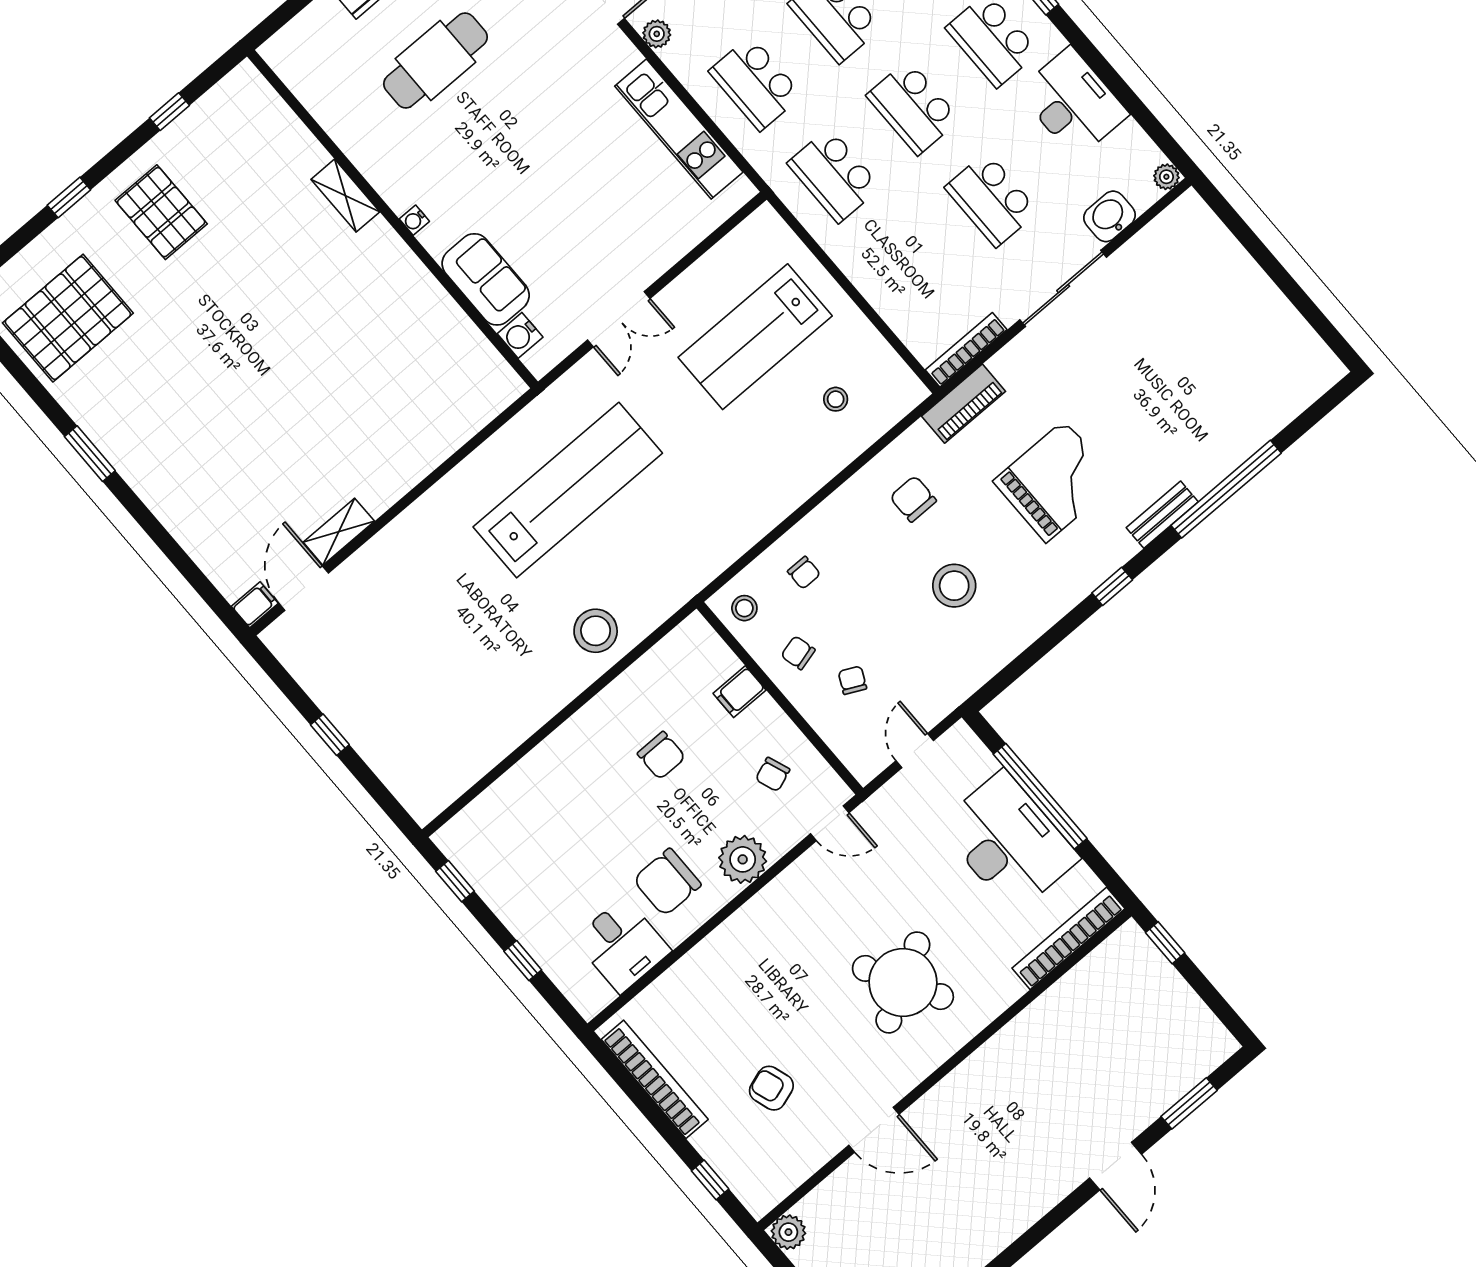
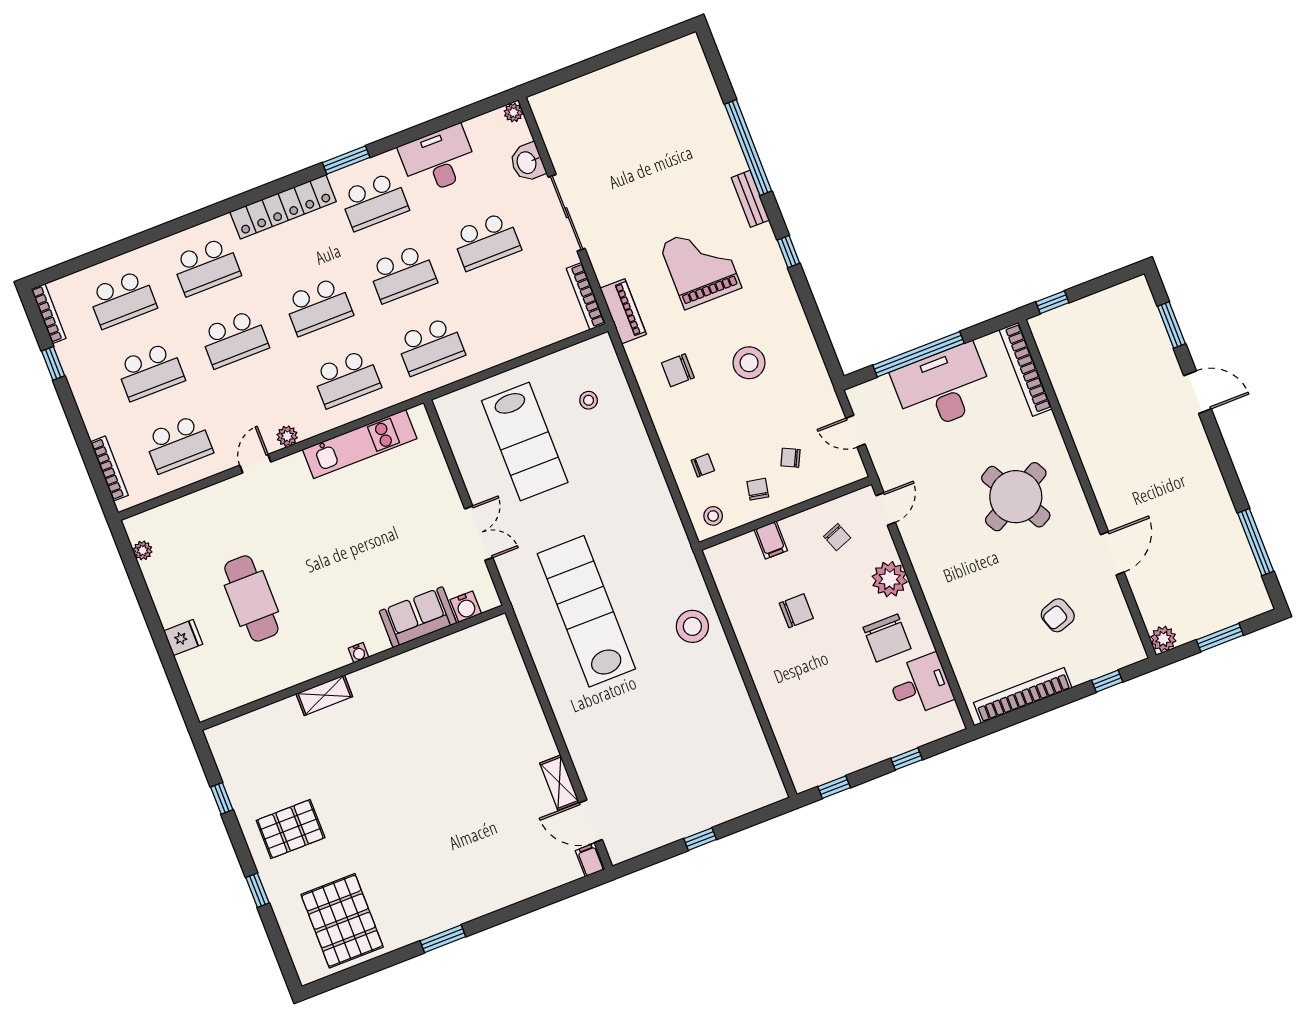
chair: (798, 653) -> (758, 489), turned 116

